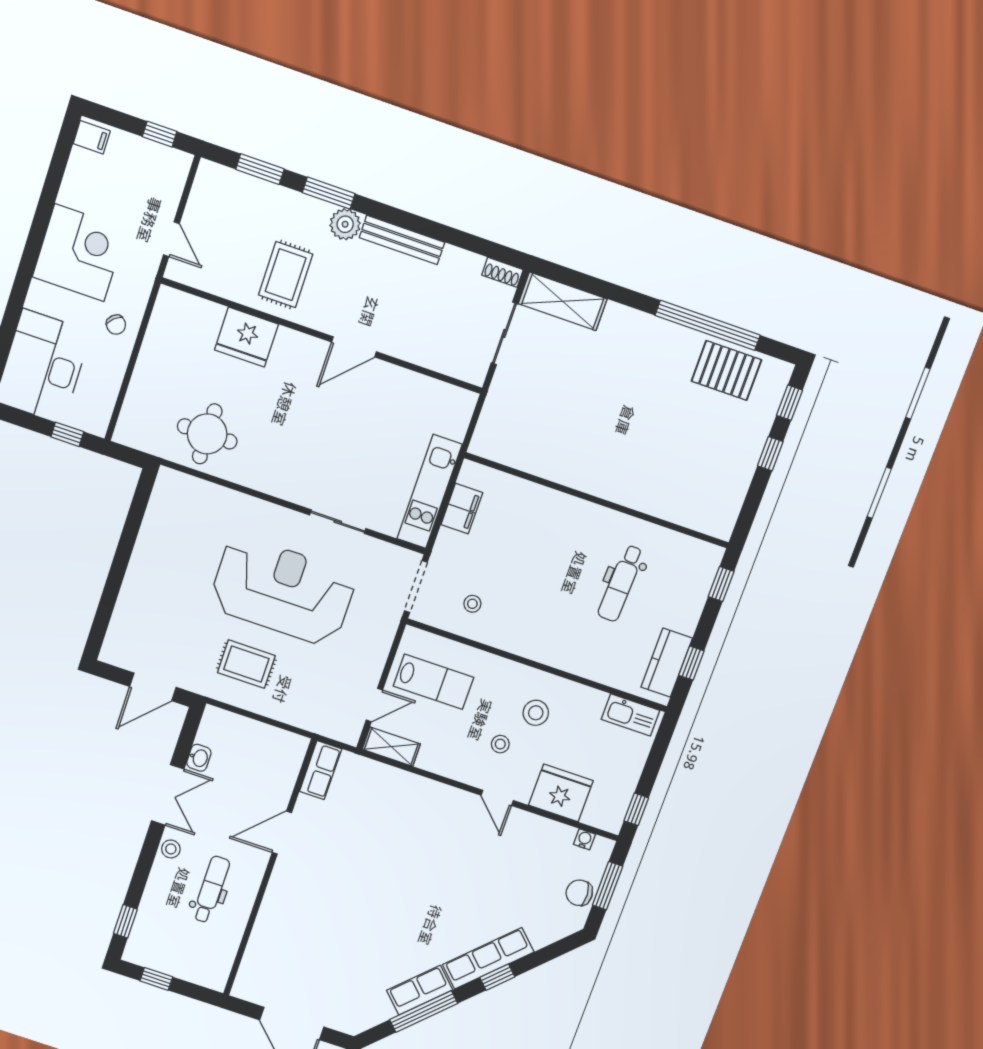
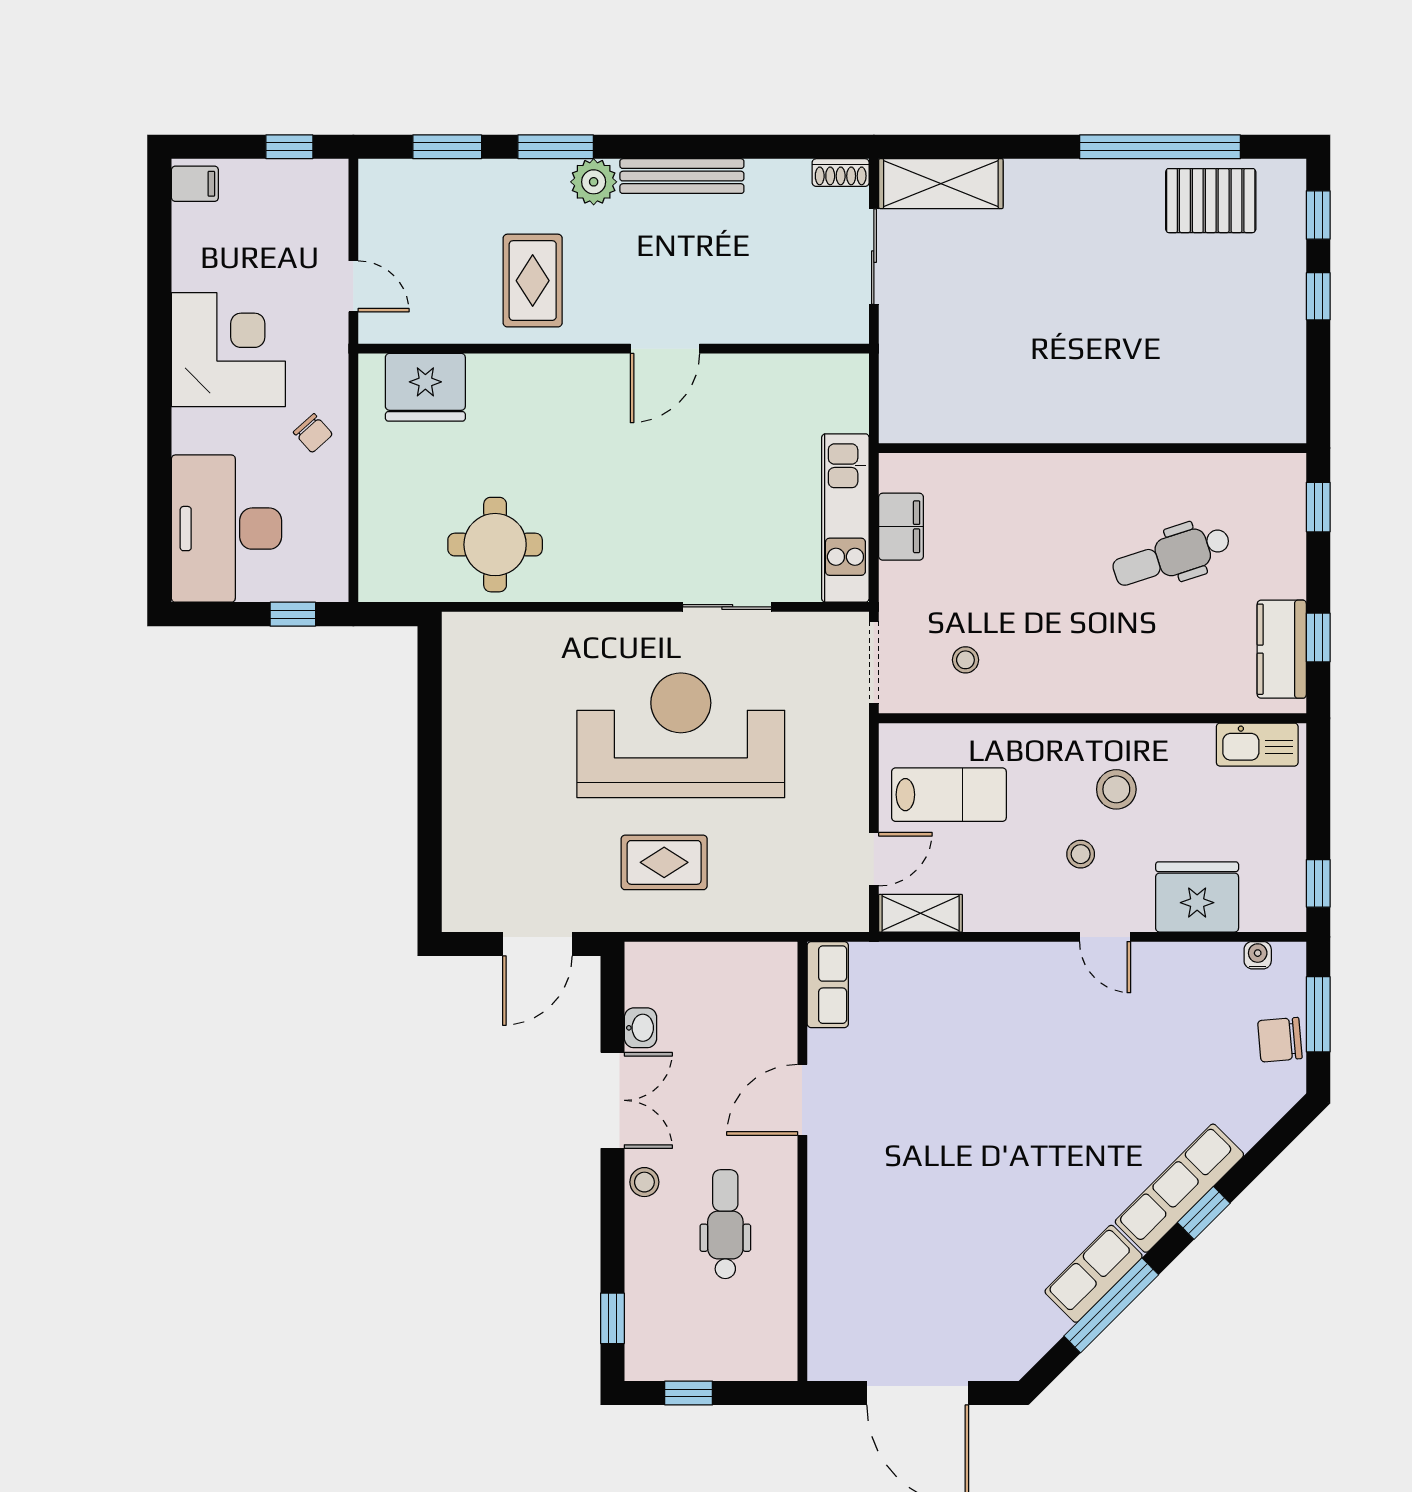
fridge: (246, 337) -> (425, 387), moved
dental chair: (621, 583) -> (1171, 556), turned 70

